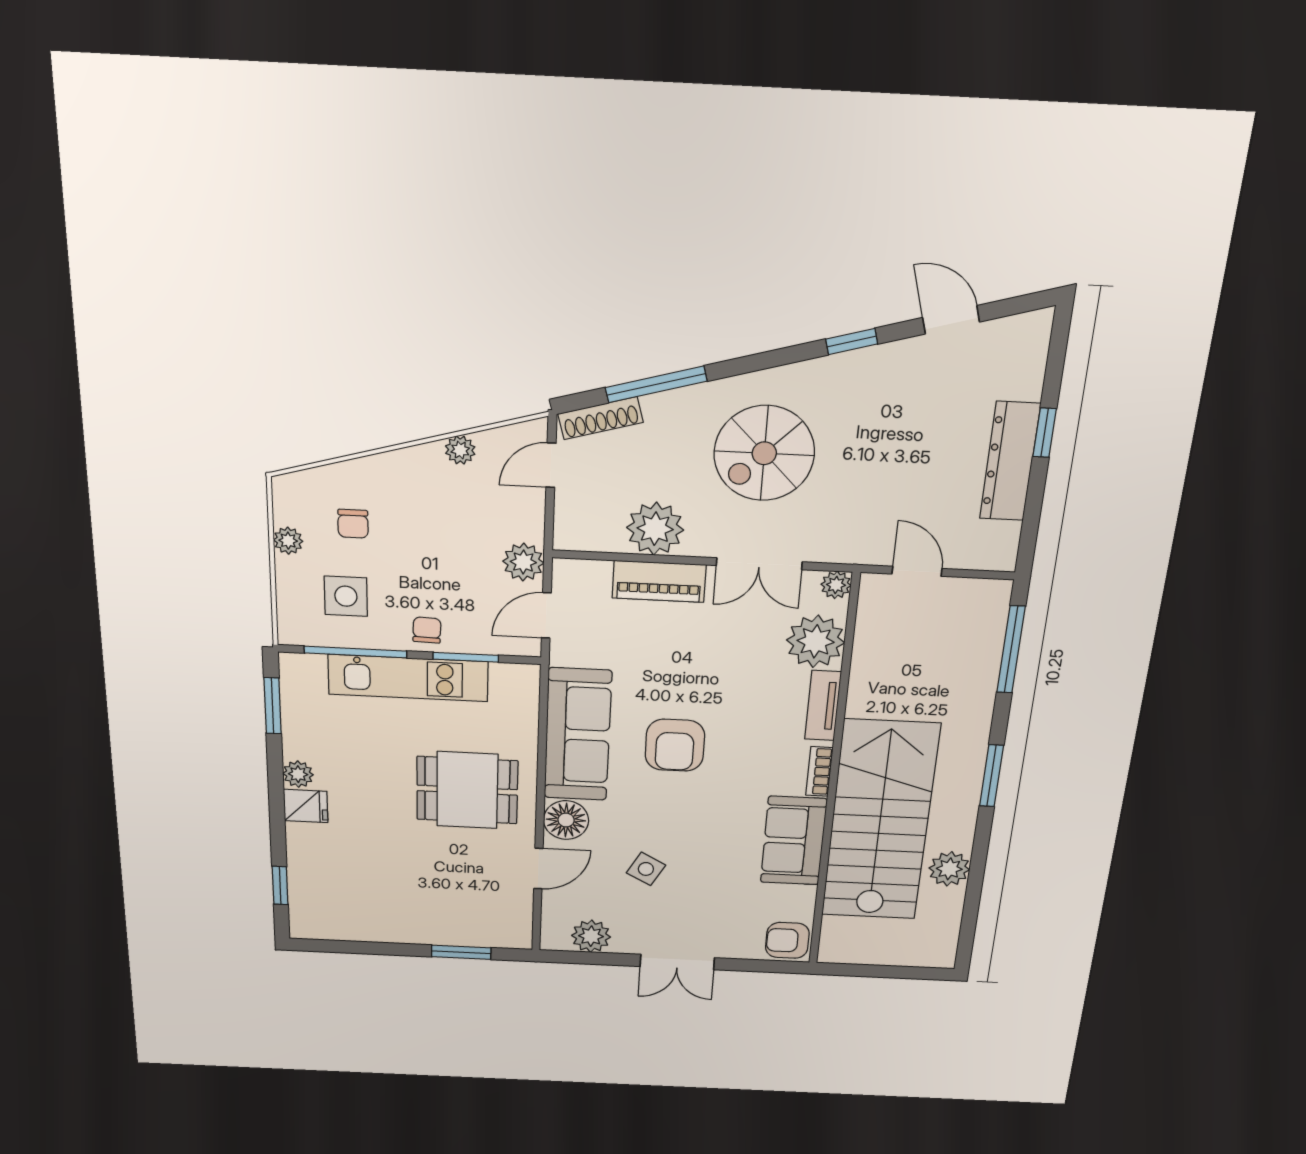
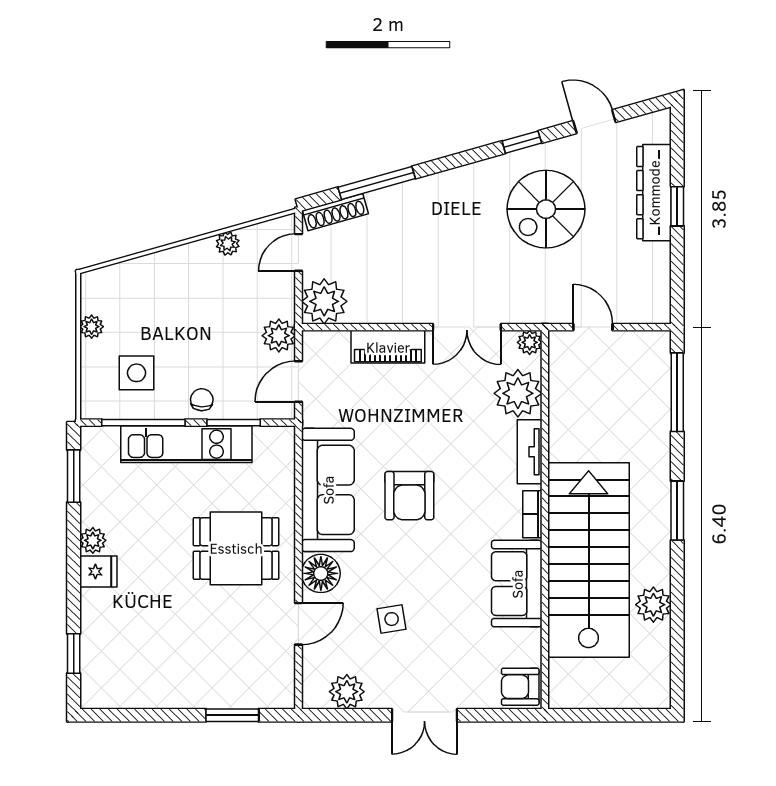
spiral stairs: (764, 453) -> (546, 209), moved
dresser: (1010, 461) -> (654, 193), moved
chair: (353, 524) -> (143, 310), removed
plant: (655, 529) -> (324, 301), moved
side table: (646, 869) -> (392, 619), turned -38

